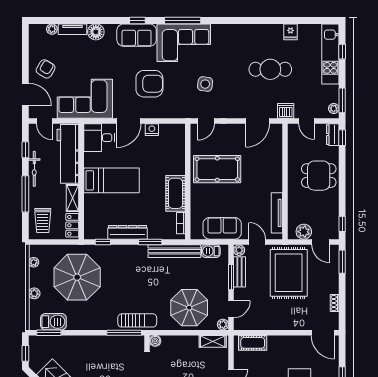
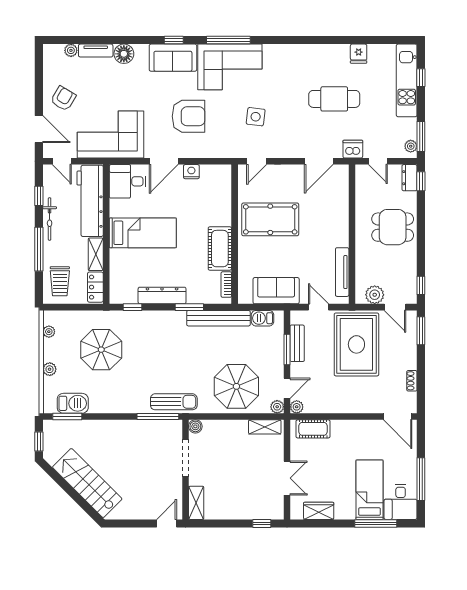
plant: (239, 250) -> (297, 407), moved
parasol: (77, 277) -> (101, 350), width x0.73, depth x0.73

